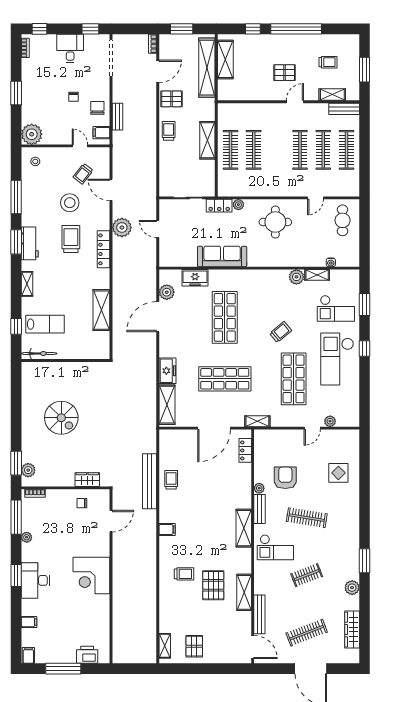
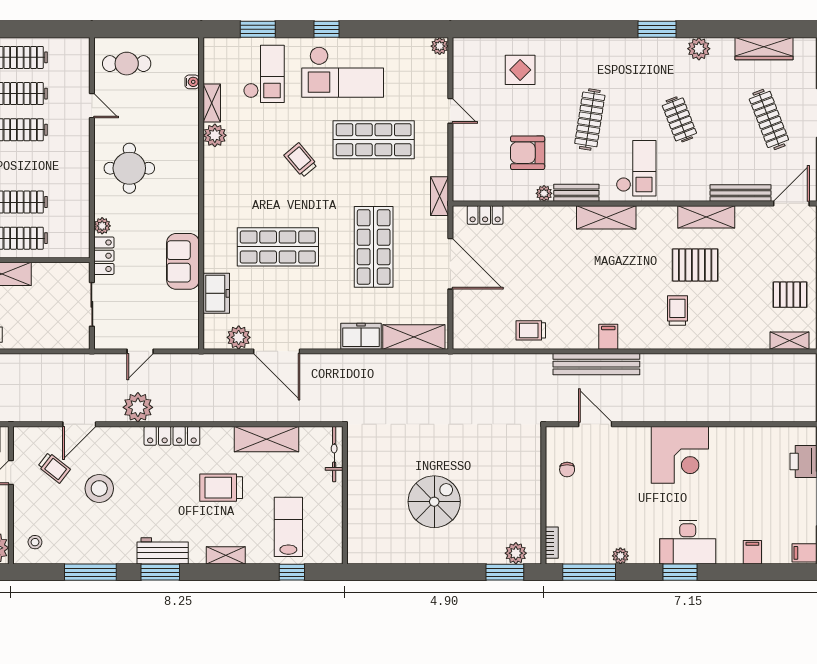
trolley: (71, 239) -> (221, 488), moved
sofa: (222, 256) -> (183, 261), width x0.73
bicycle: (39, 353) -> (334, 454), moved
plant: (330, 421) -> (440, 46), moved
wardrobe: (87, 480) -> (530, 461), removed
bench: (150, 481) -> (596, 364), moved

